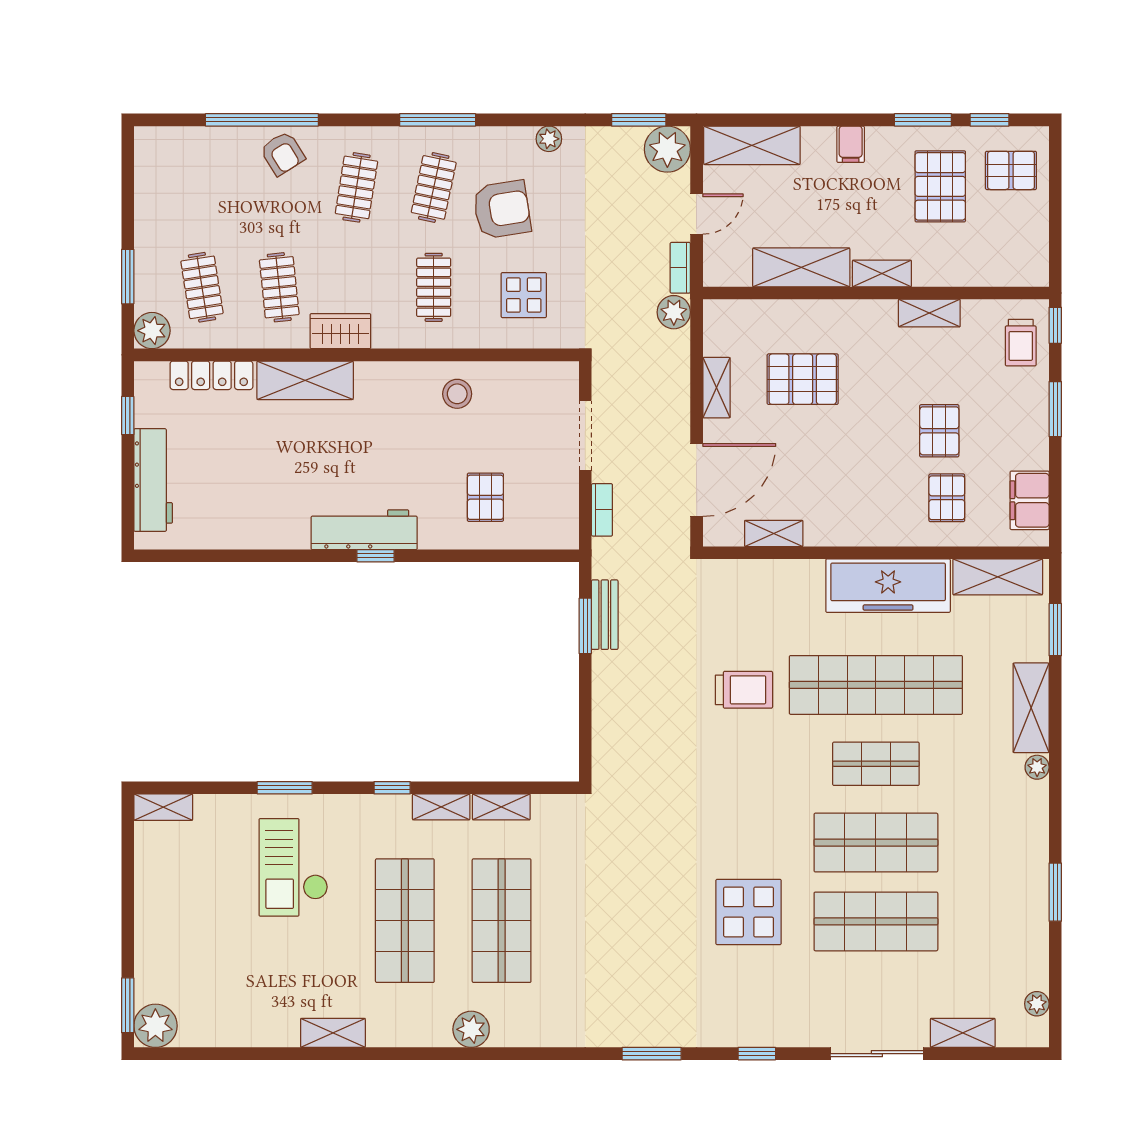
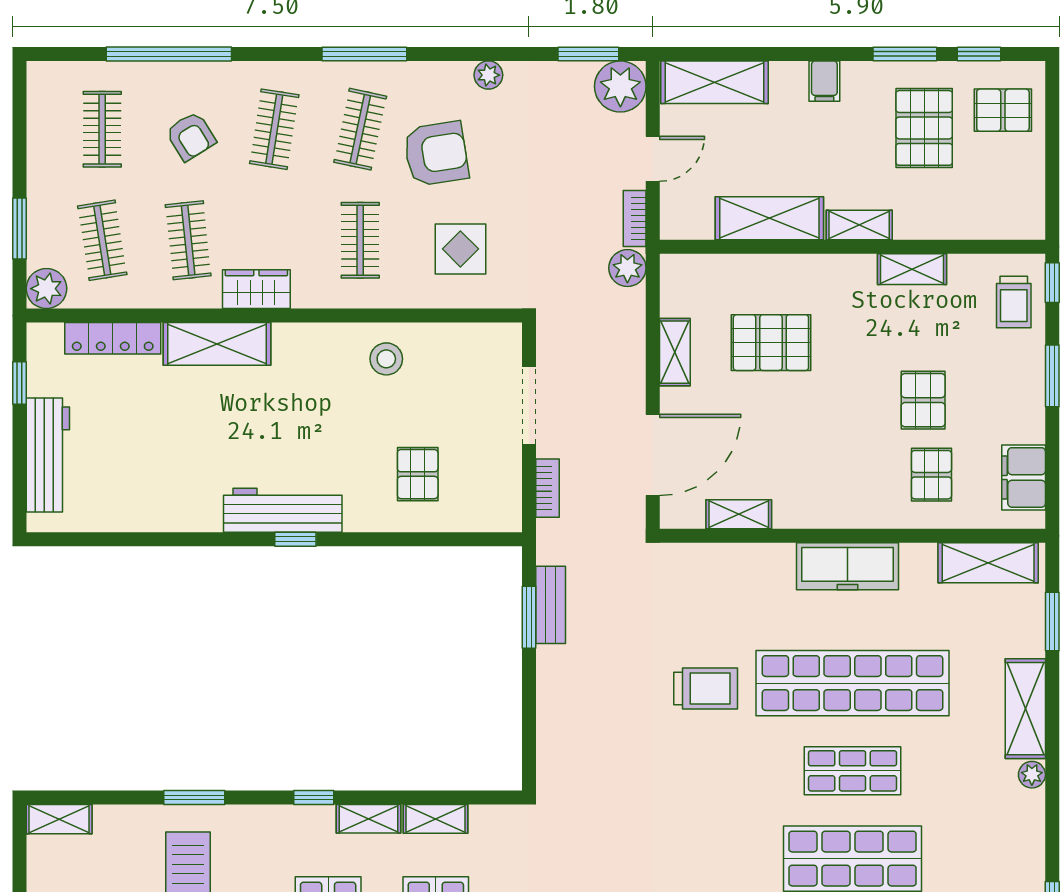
armchair: (283, 153) -> (191, 136), moved
clothes rail: (202, 187) -> (102, 129), added
freezer: (888, 586) -> (848, 566), width x0.73, depth x0.79

